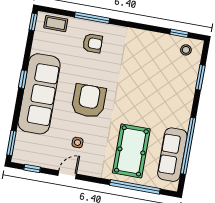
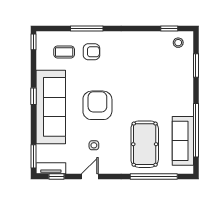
coffee table: (56, 24) -> (64, 52), moved
tv unit: (28, 159) -> (51, 168), added

